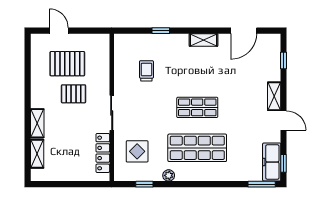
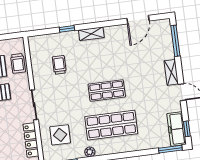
shelving: (203, 40) -> (91, 34), moved
window: (283, 61) -> (175, 41), width x2.17
trolley: (99, 63) -> (18, 63), added

